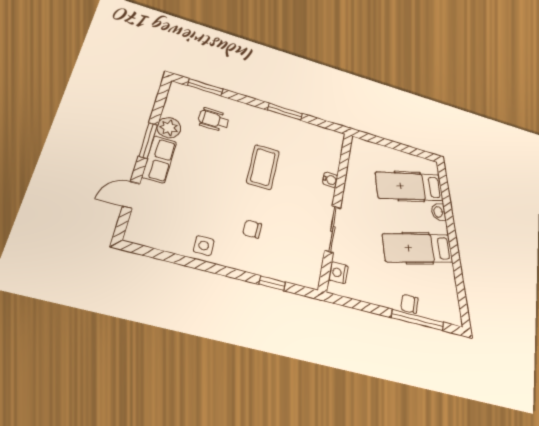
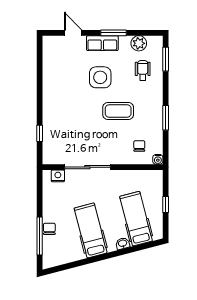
plant: (169, 128) -> (139, 43), moved
window: (396, 146) -> (166, 204), added
water cooler: (330, 180) -> (158, 159), moved
chair: (252, 229) -> (139, 146), moved
sliding door: (333, 229) -> (87, 167), width x1.37
side table: (204, 246) -> (100, 77), moved, width x1.87, depth x1.87

